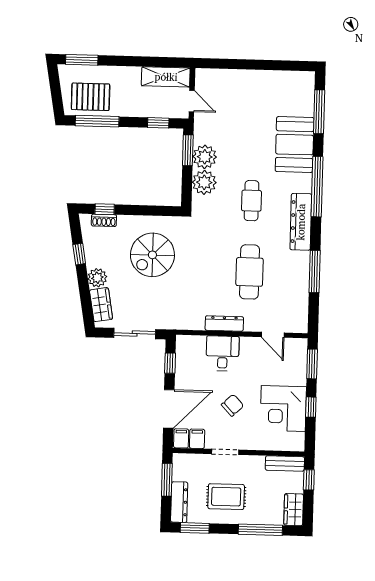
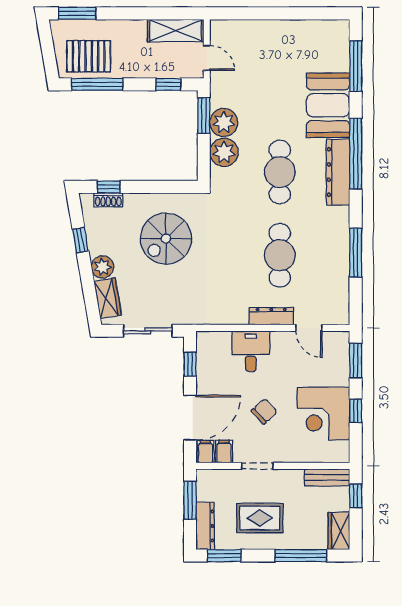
cafe table: (252, 201) -> (280, 172), width x1.37, depth x1.35
dresser: (301, 222) -> (338, 172), moved
dresser: (224, 324) -> (271, 316), moved

